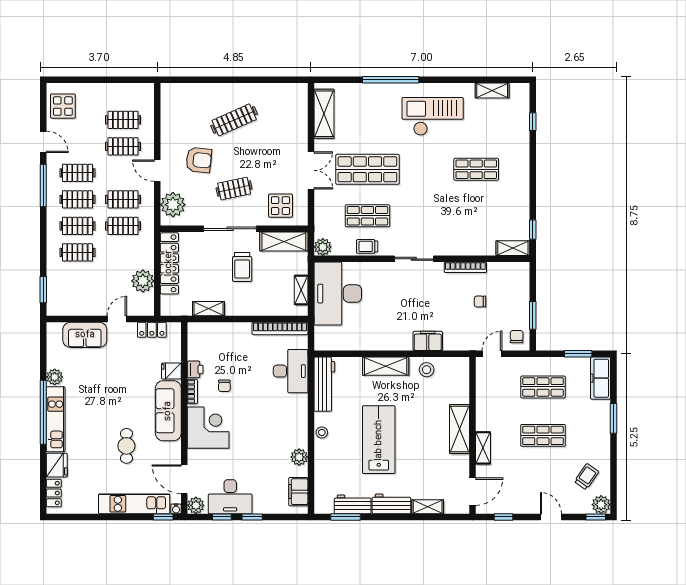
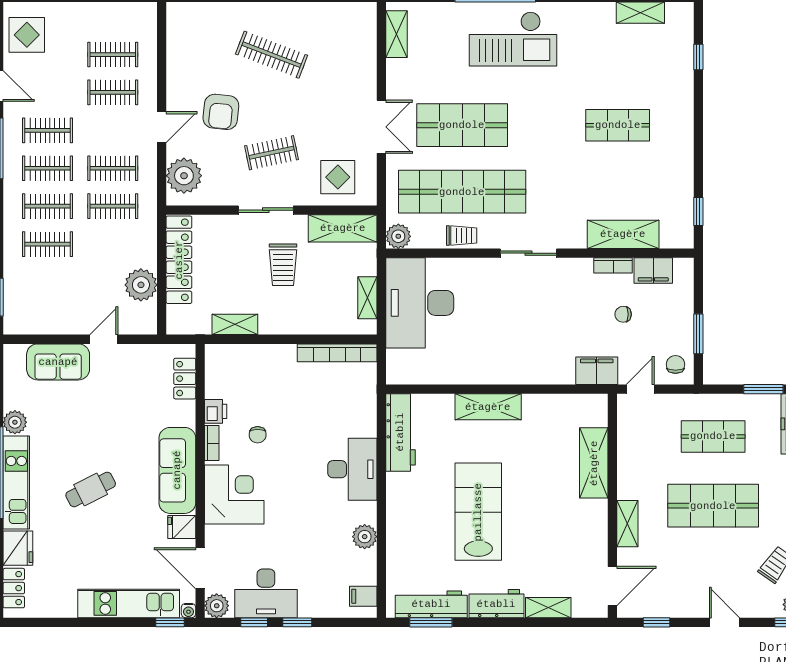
shelving: (324, 114) -> (396, 34), width x0.67, depth x0.75
checkout: (433, 116) -> (513, 39), moved, turned 180
clothes rail: (234, 120) -> (272, 55), turned 45
armchair: (199, 160) -> (221, 112), turned 90
door: (157, 171) -> (162, 127), swing flipped
shop shelf: (367, 216) -> (462, 192), width x2.00, depth x1.36
sliding door: (230, 229) -> (266, 210), width x0.73
trolley: (367, 246) -> (462, 236), turned 180
shelving: (513, 248) -> (623, 234), moved, width x1.50, depth x1.33
bookcase: (465, 267) -> (613, 265), width x0.64
filing cabinet: (501, 271) -> (653, 270), added
locker: (152, 330) -> (185, 379), moved, turned 90
filing cabinet: (428, 341) -> (597, 371), moved
stool: (427, 370) -> (547, 412), removed
fridge: (171, 371) -> (182, 527), moved
desk: (291, 371) -> (352, 469), moved
shelving: (459, 429) -> (594, 463), moved
stool: (322, 432) -> (397, 501), removed
shop shelf: (543, 435) -> (713, 506), width x1.43, depth x1.36
cafe table: (126, 446) -> (91, 490), moved, turned 63
filing cabinet: (298, 492) -> (363, 596), width x0.50
workbench: (353, 504) -> (431, 604), width x1.38

